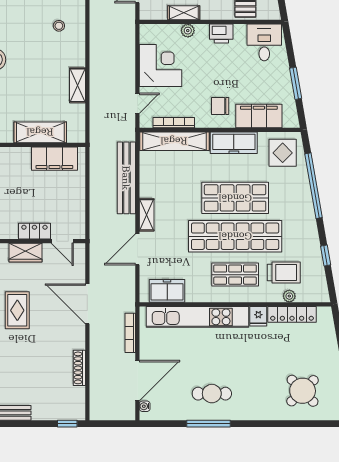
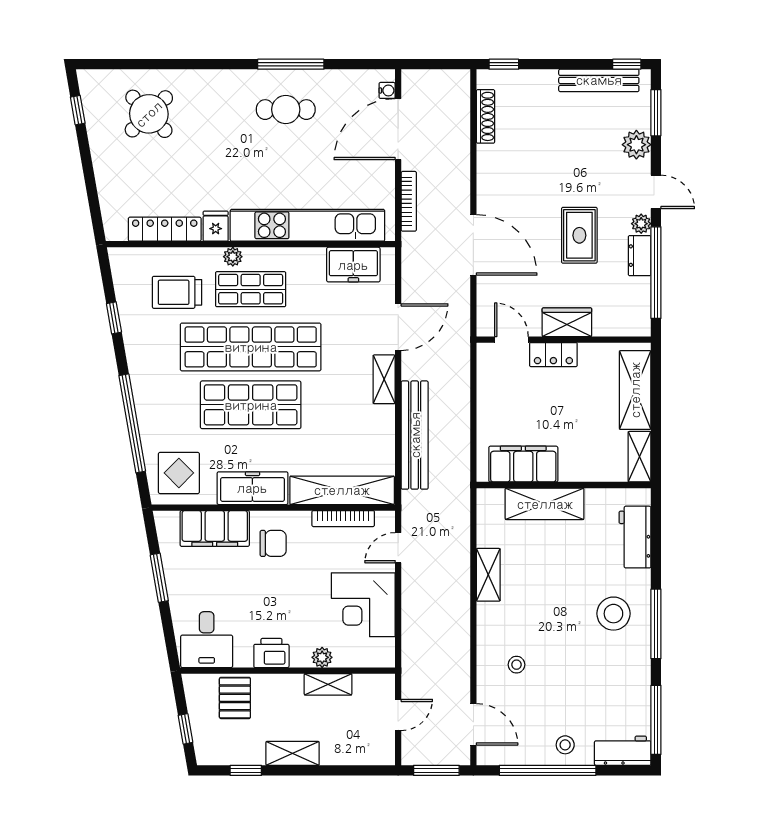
plant: (289, 296) -> (233, 257), moved
shoe rack: (79, 368) -> (485, 116), moved

